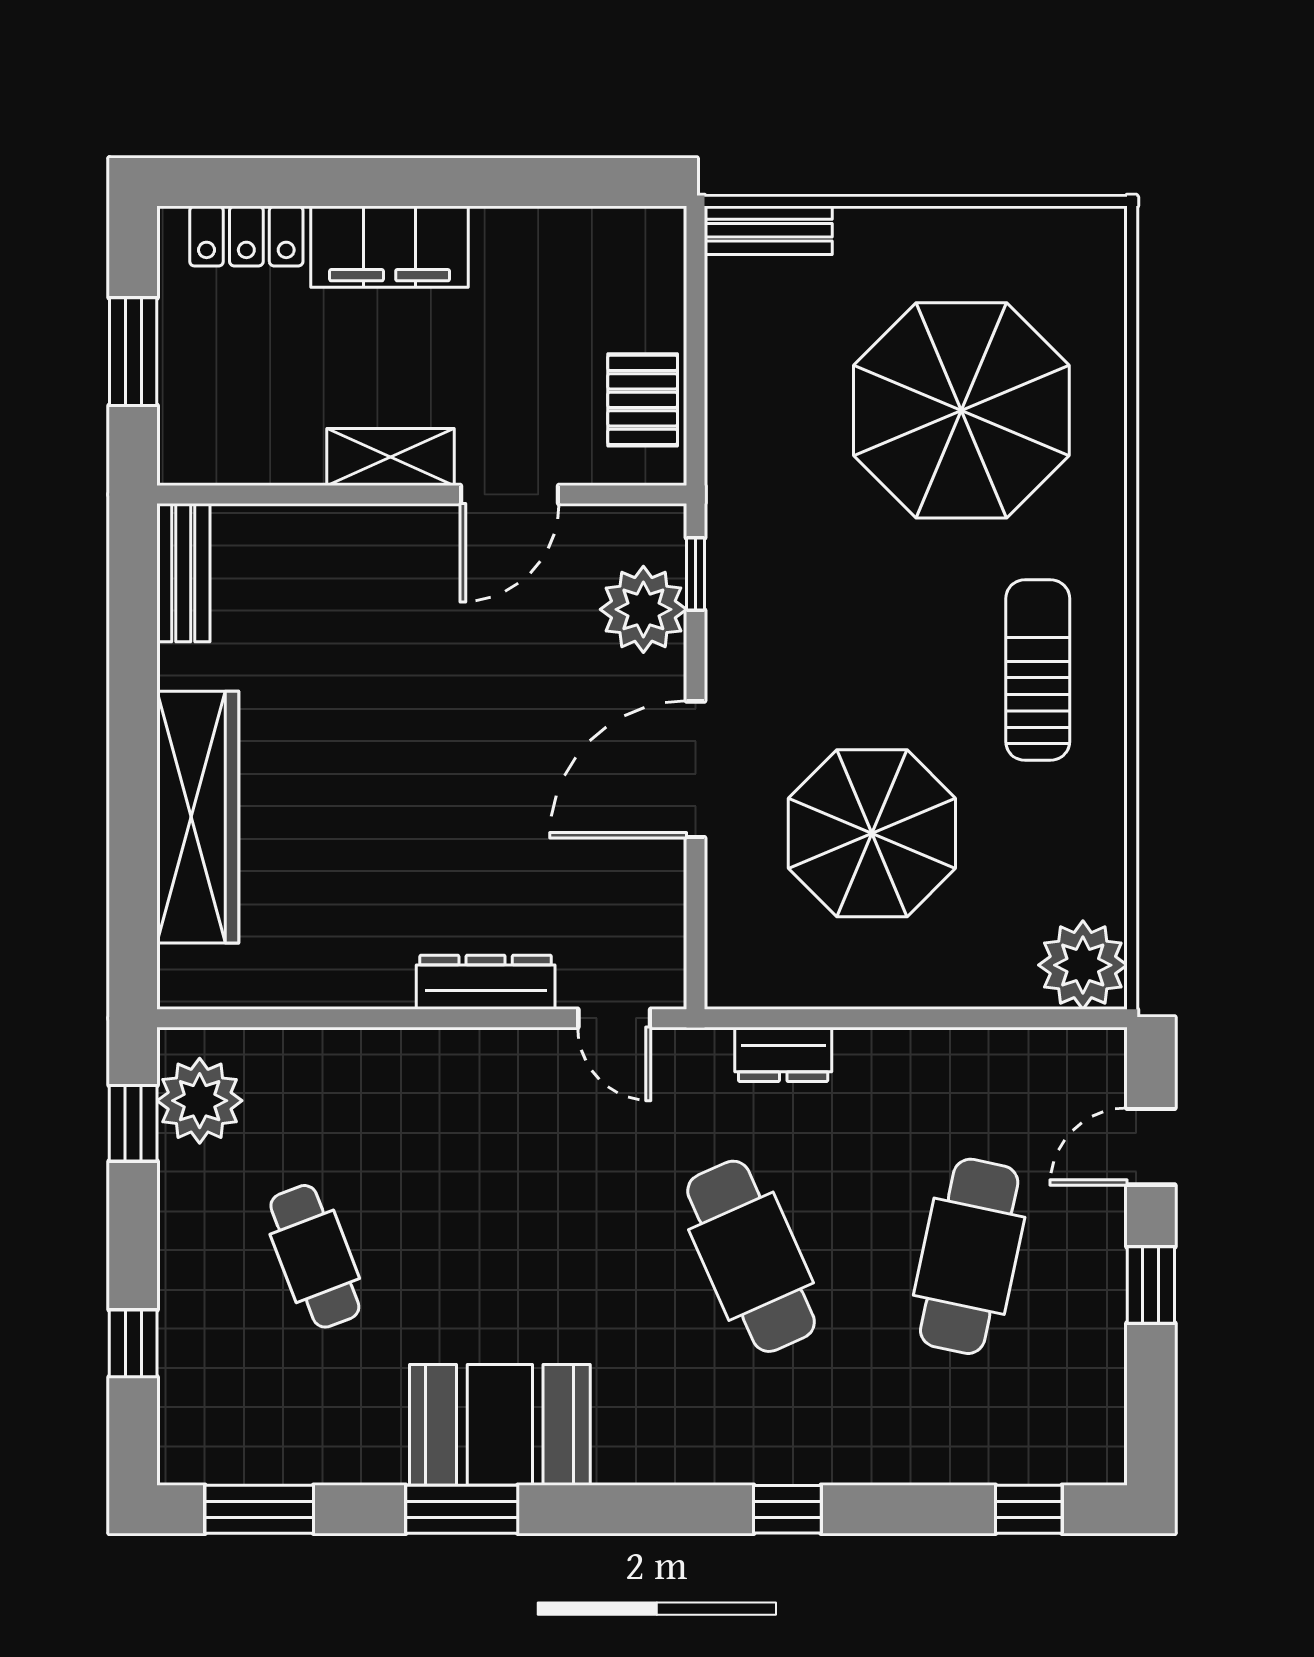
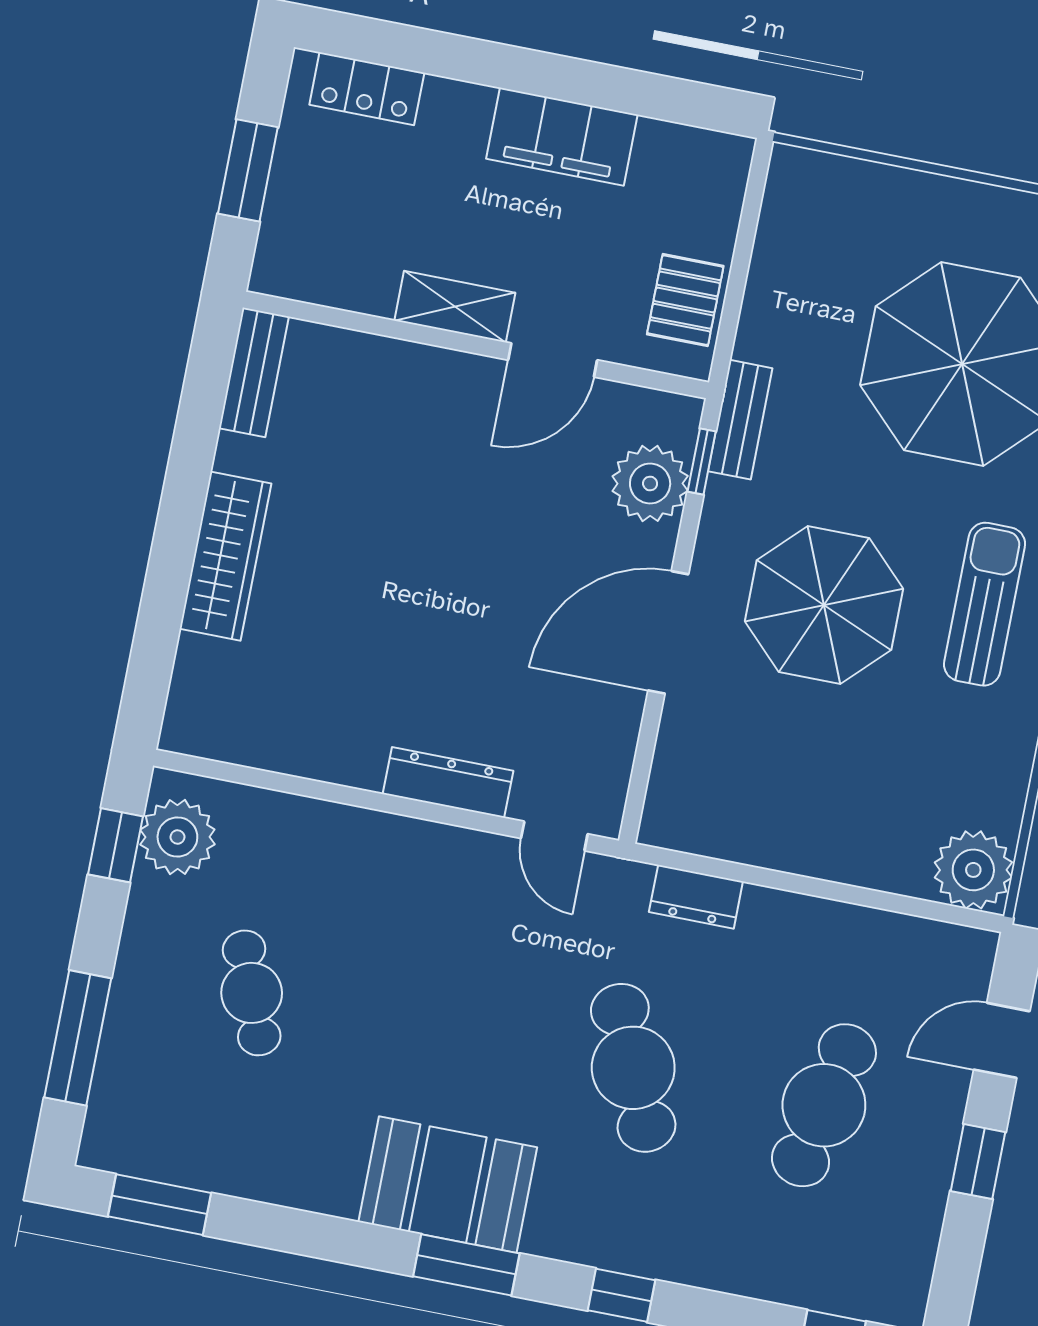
bench: (768, 230) -> (740, 420), moved, turned 90
filing cabinet: (390, 247) -> (562, 137), moved
wardrobe: (198, 817) -> (225, 556), width x0.71, depth x0.85
parasol: (872, 833) -> (824, 605), moved
window: (133, 1343) -> (78, 1038), width x2.17
booth: (500, 1425) -> (448, 1185), moved
window: (462, 1509) -> (466, 1265), moved

